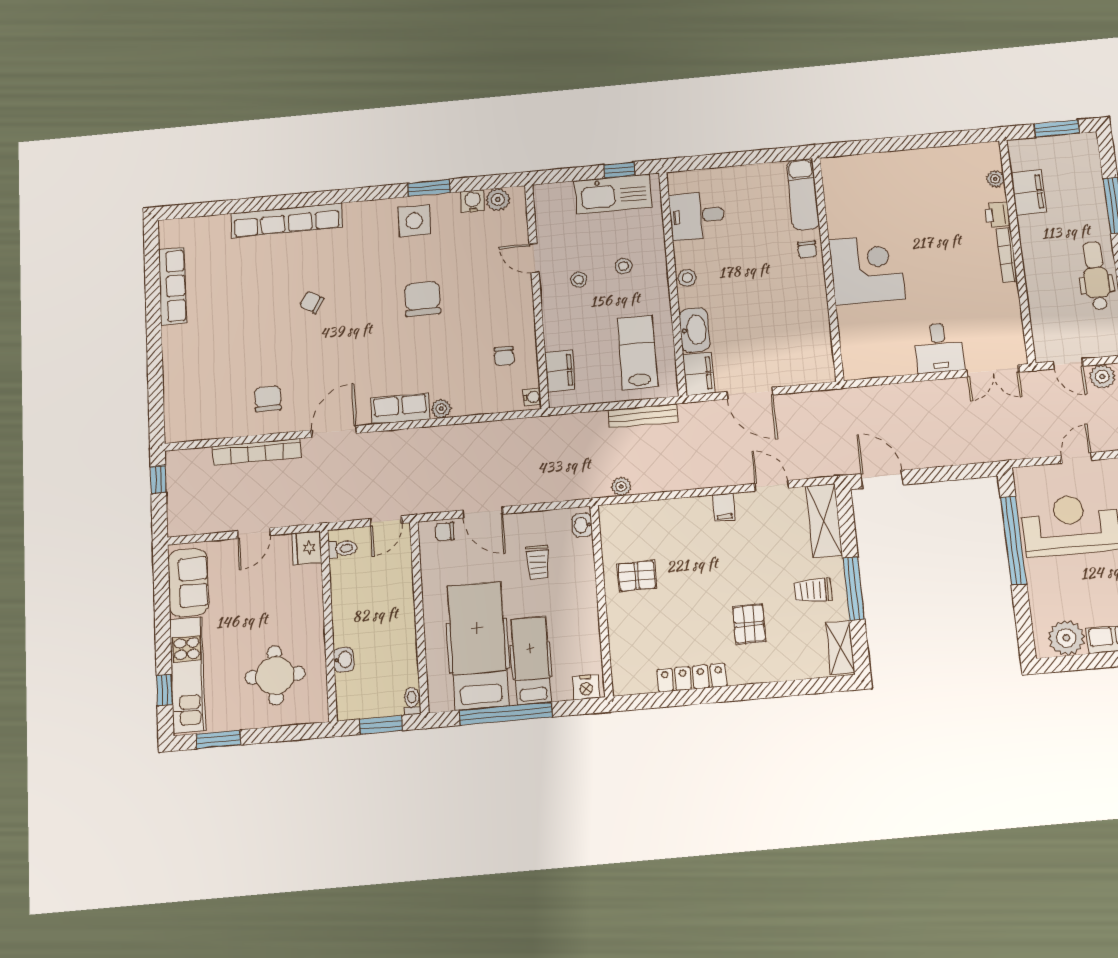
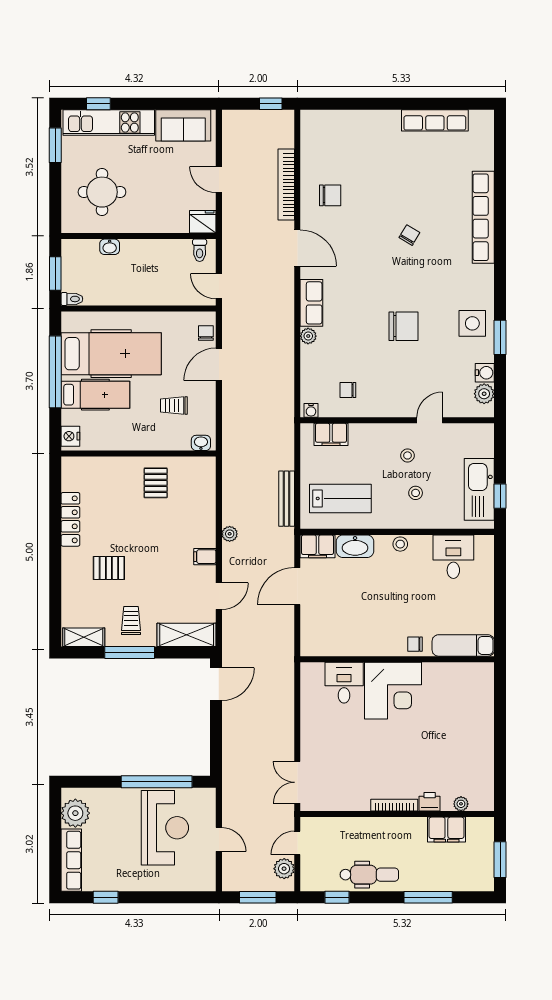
desk: (939, 348) -> (344, 683), moved, turned 90
plant: (621, 486) -> (230, 534), moved

